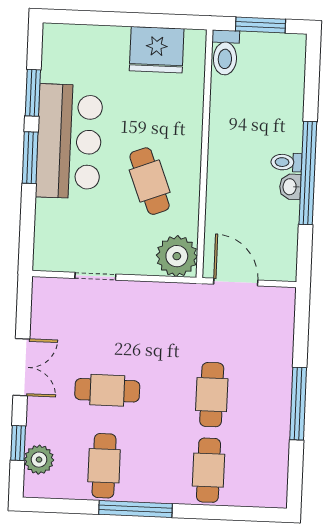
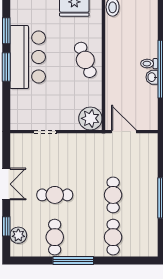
cafe table: (150, 181) -> (85, 60), moved

